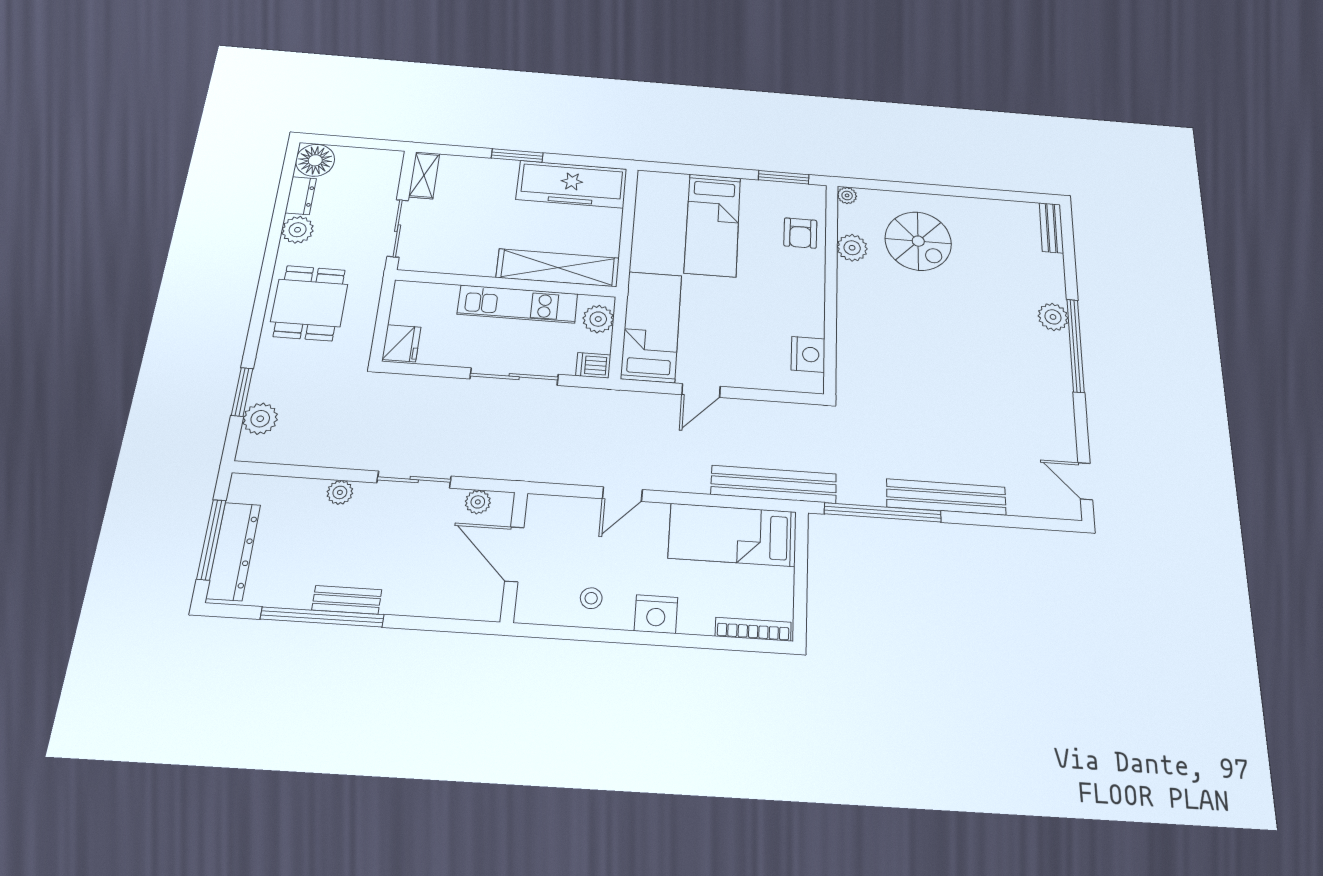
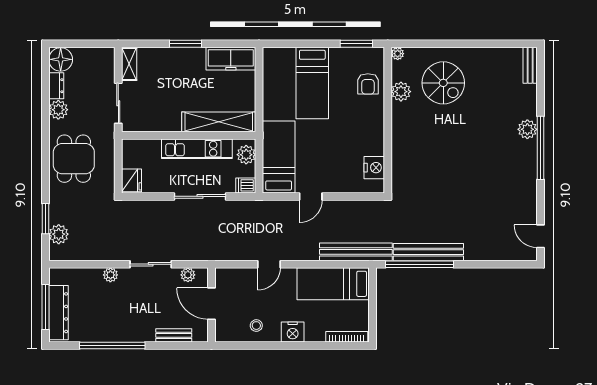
freezer: (572, 184) -> (231, 59), width x0.73, depth x0.79
bench: (946, 497) -> (428, 252), moved
bench: (347, 600) -> (174, 335), moved

